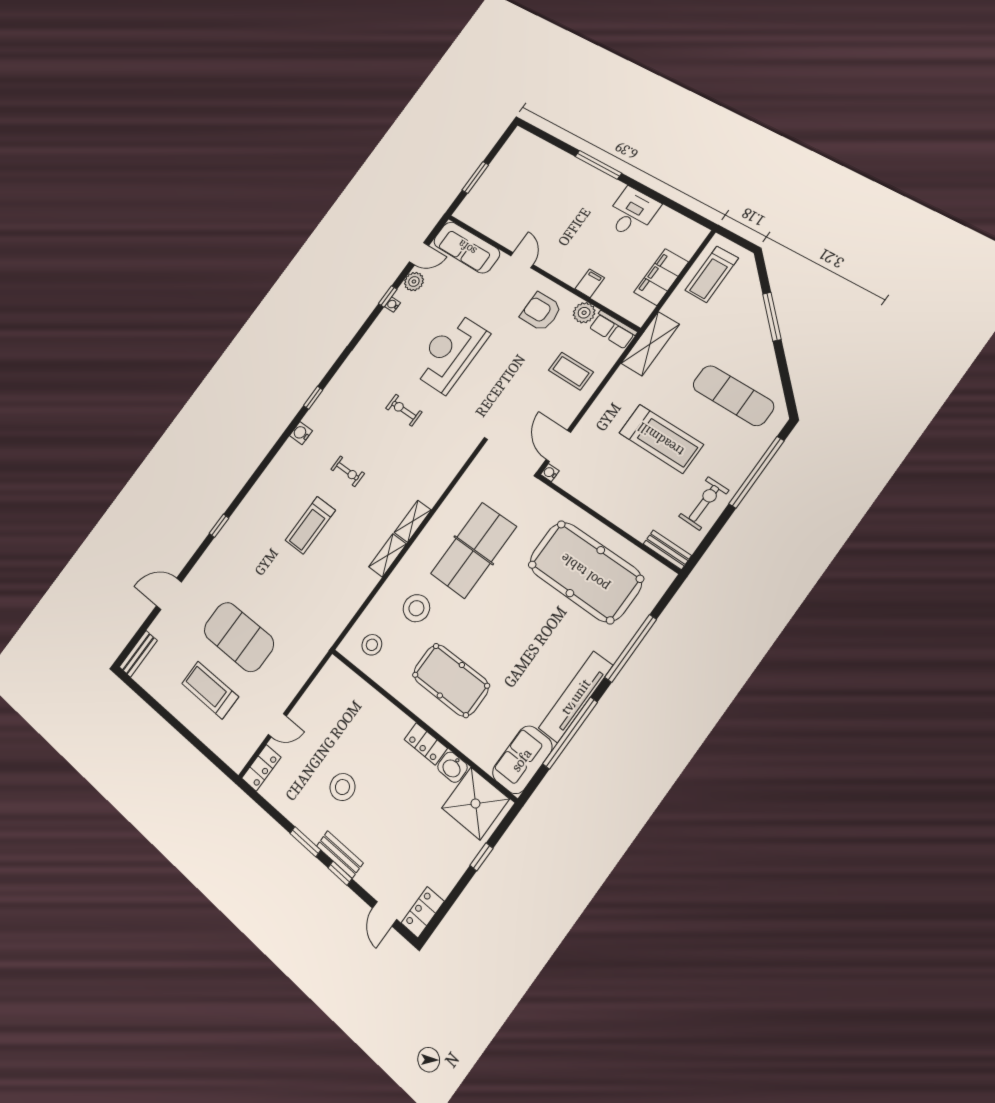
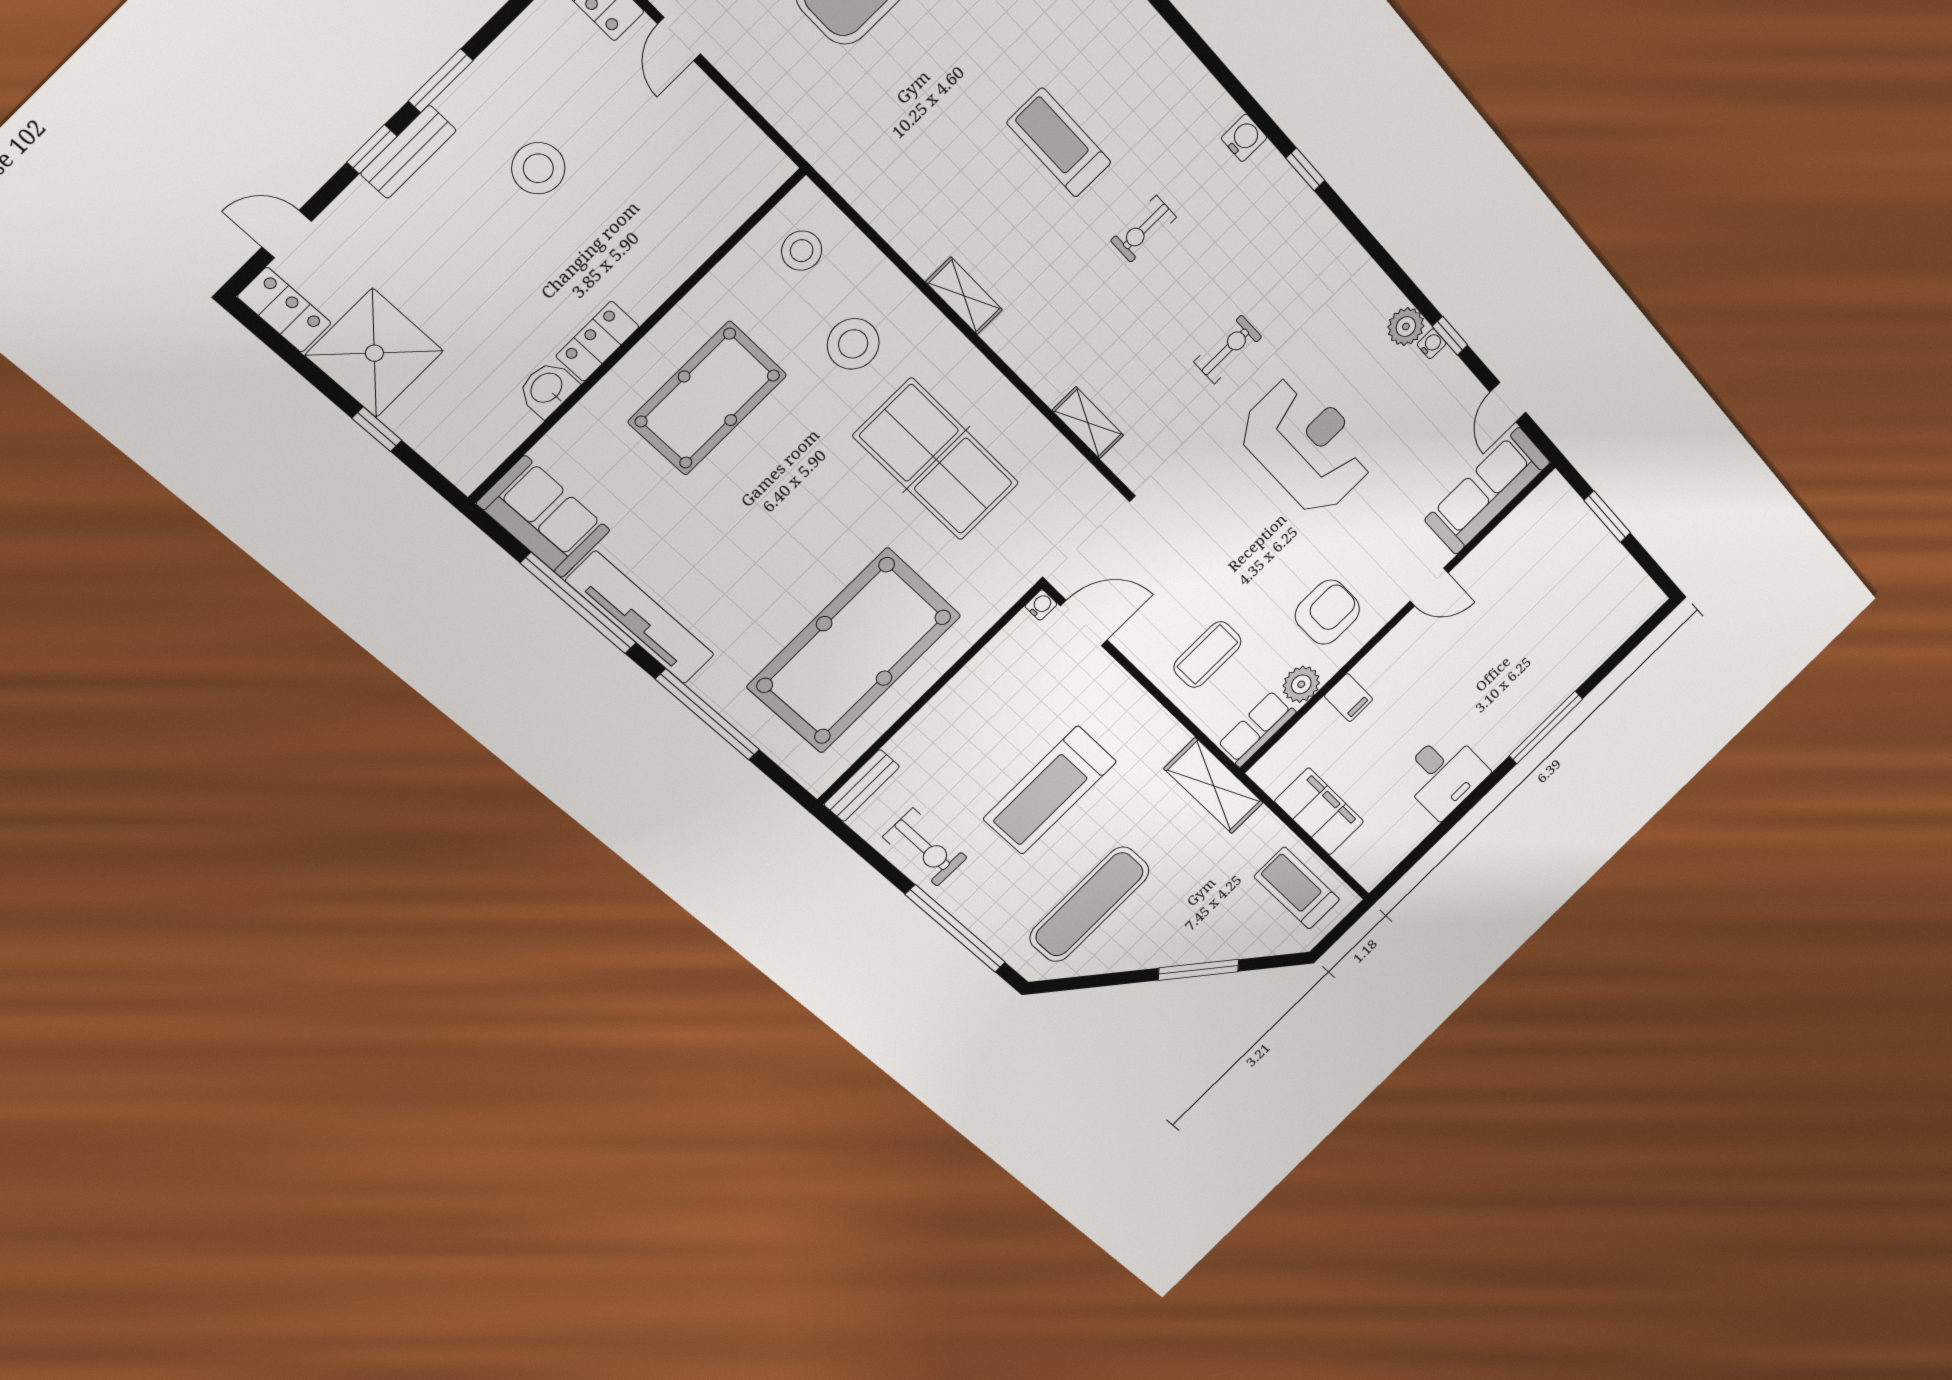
plant: (414, 282) -> (1406, 327), moved
shelving: (413, 521) -> (1088, 423), moved
shower: (475, 804) -> (374, 353), moved

